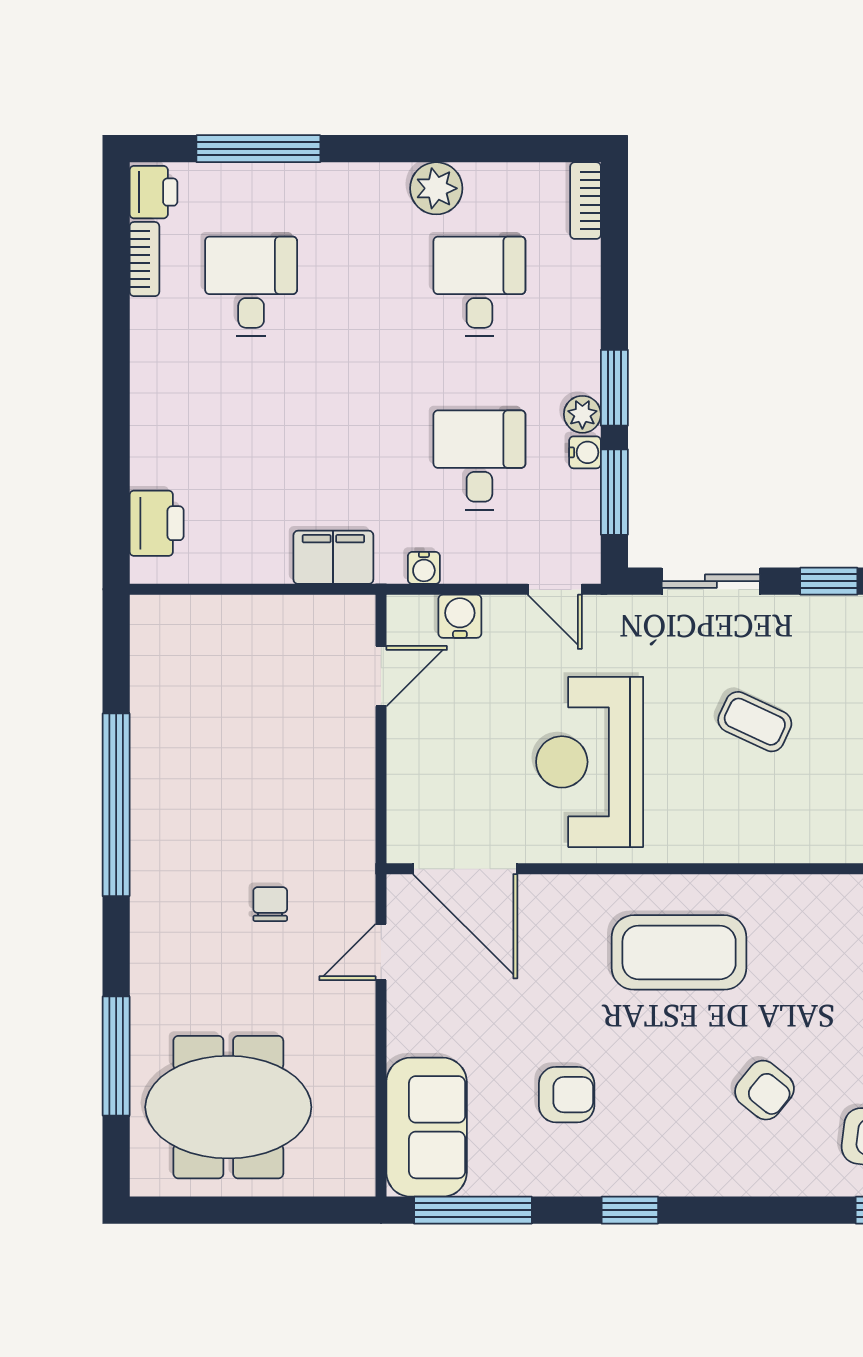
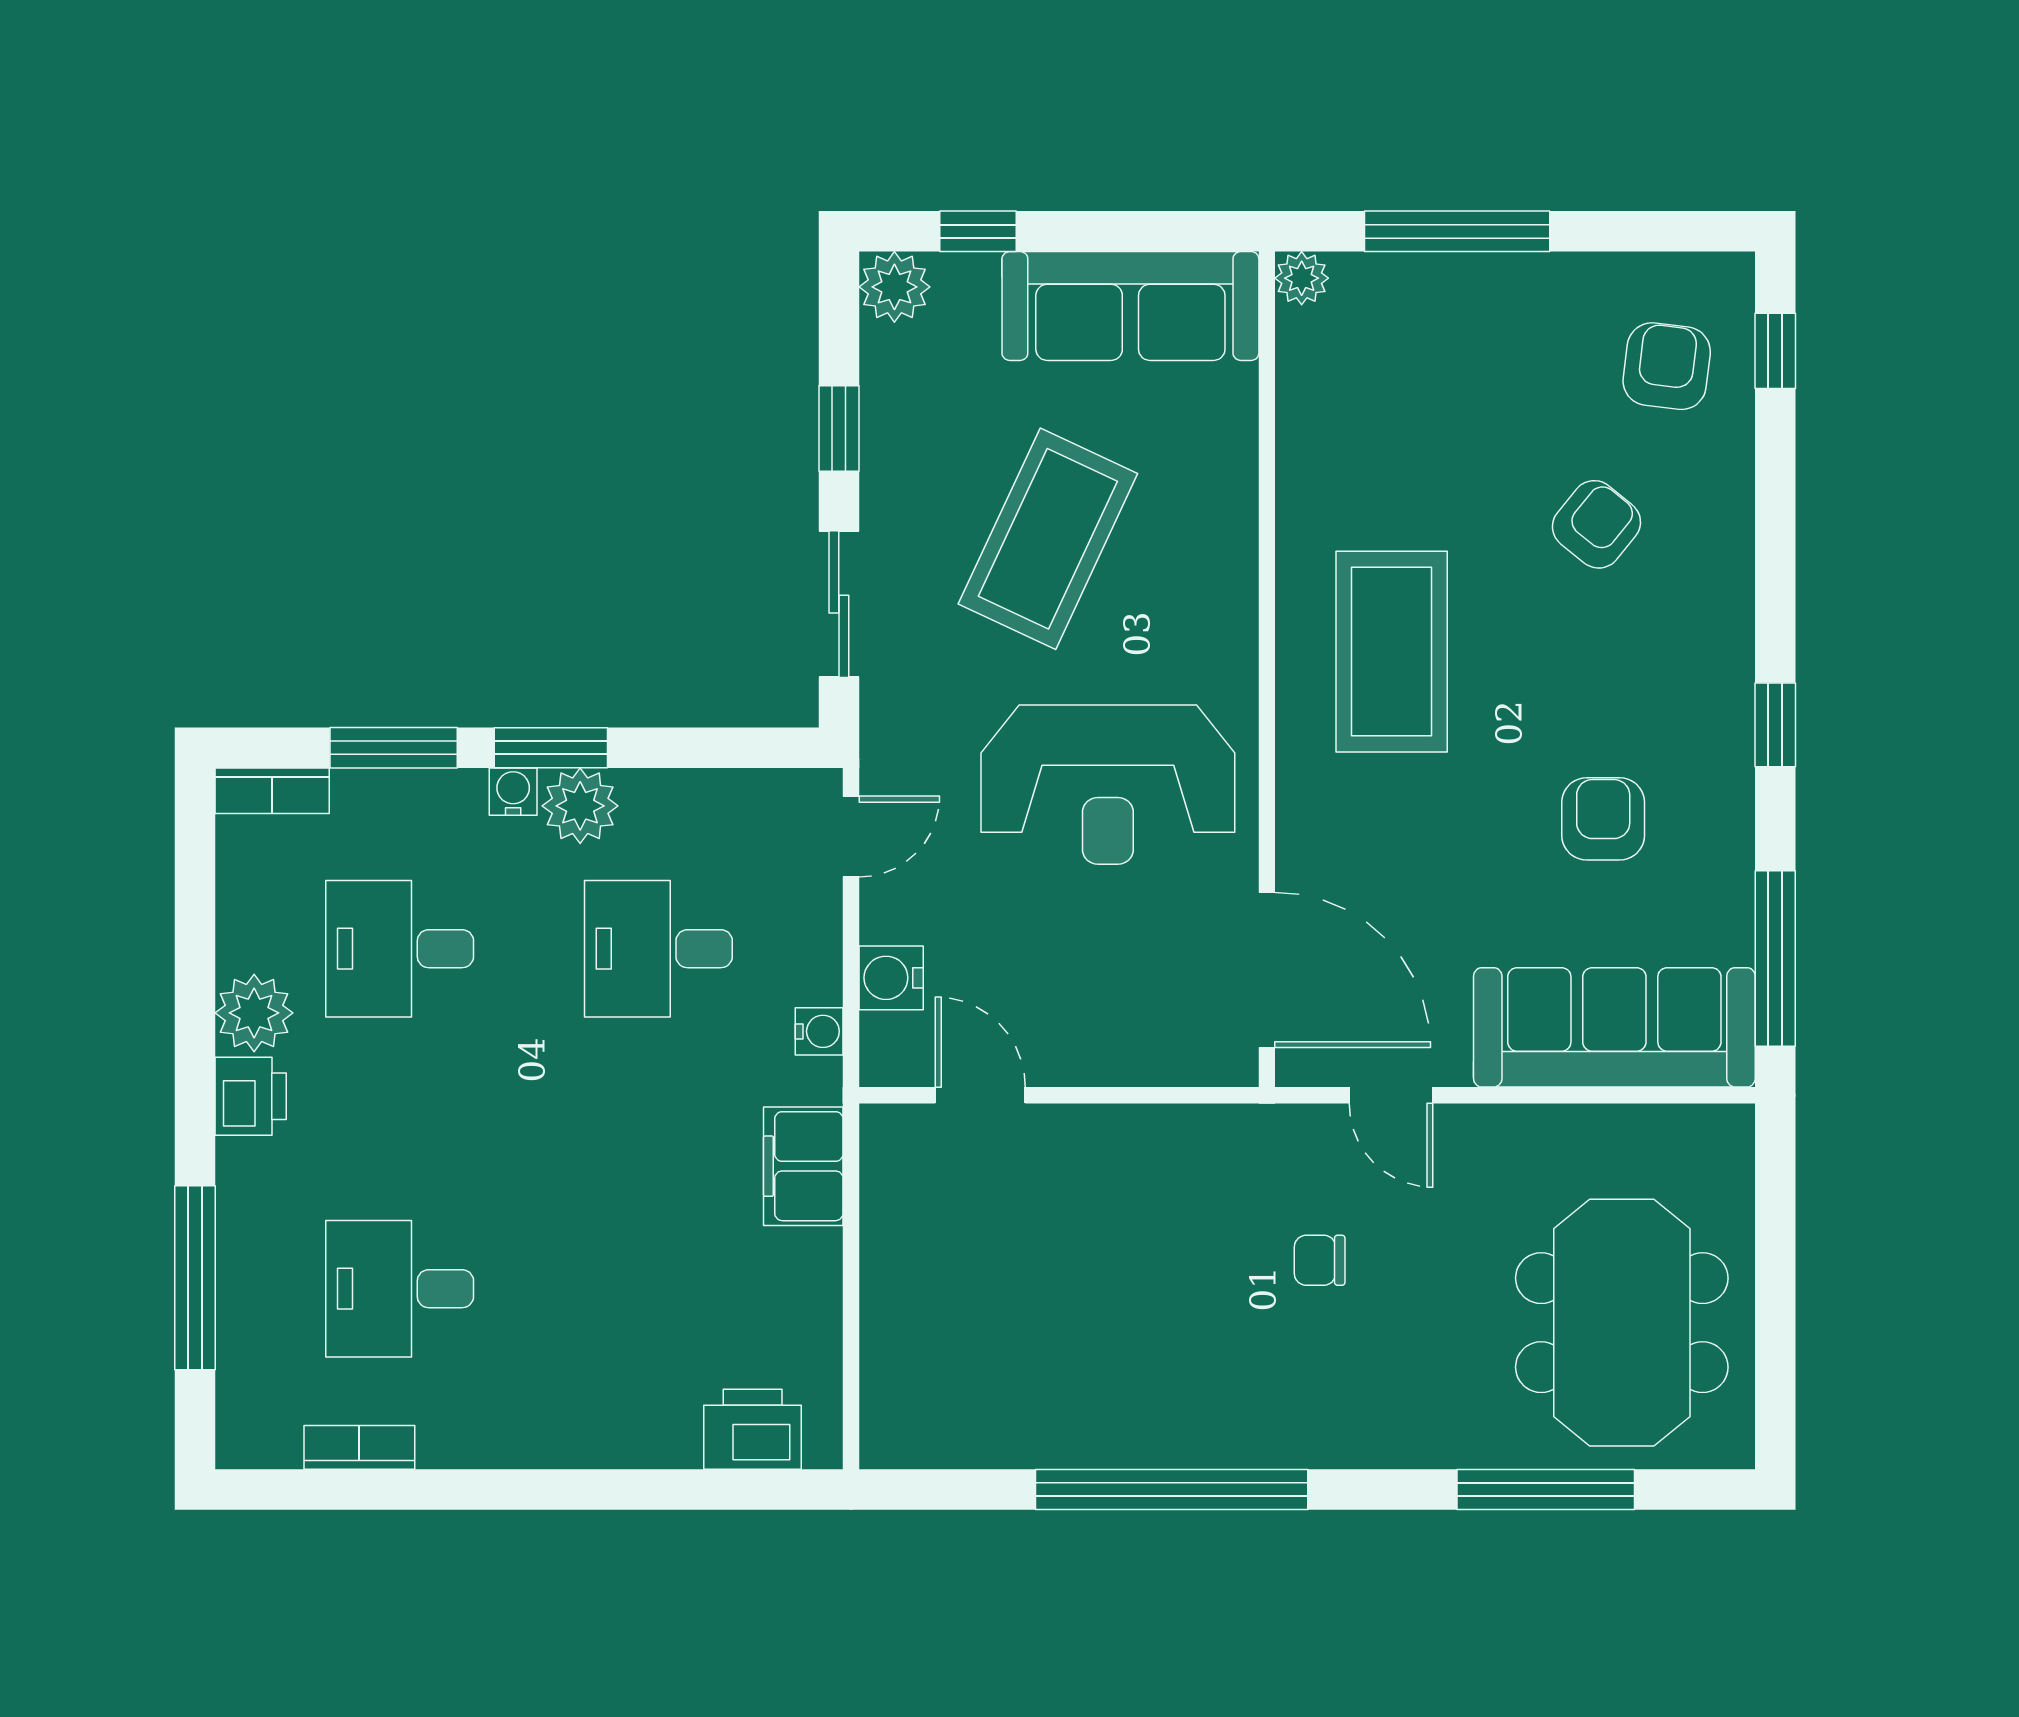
printer: (153, 192) -> (251, 1096), moved, turned 90
plant: (582, 414) -> (580, 806), width x1.38, depth x1.38
water cooler: (585, 452) -> (513, 792), moved
window: (614, 492) -> (394, 748), moved
coffee table: (755, 722) -> (1048, 539), width x1.86, depth x1.72
door: (465, 869) -> (1267, 970), hinge flipped
sofa: (427, 1127) -> (1614, 1027), width x1.36

